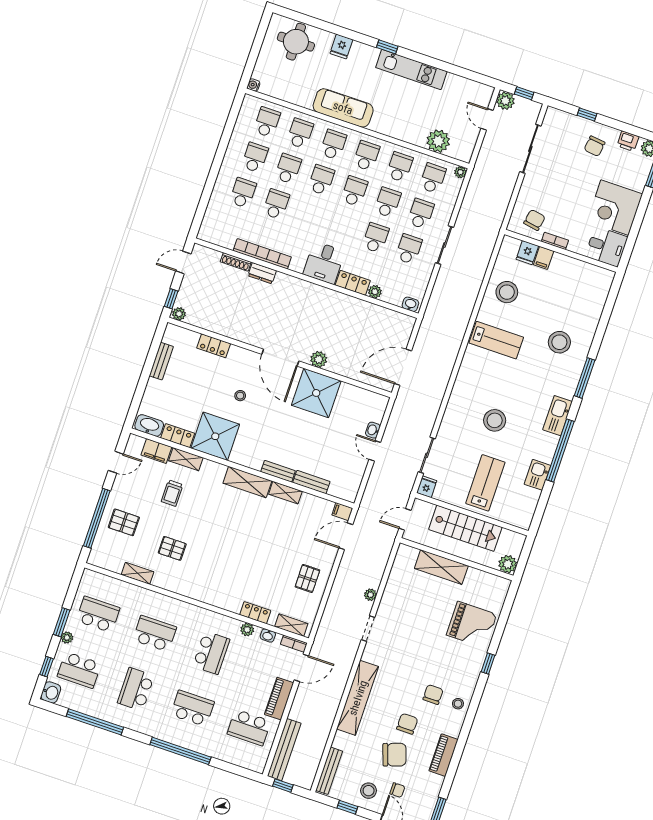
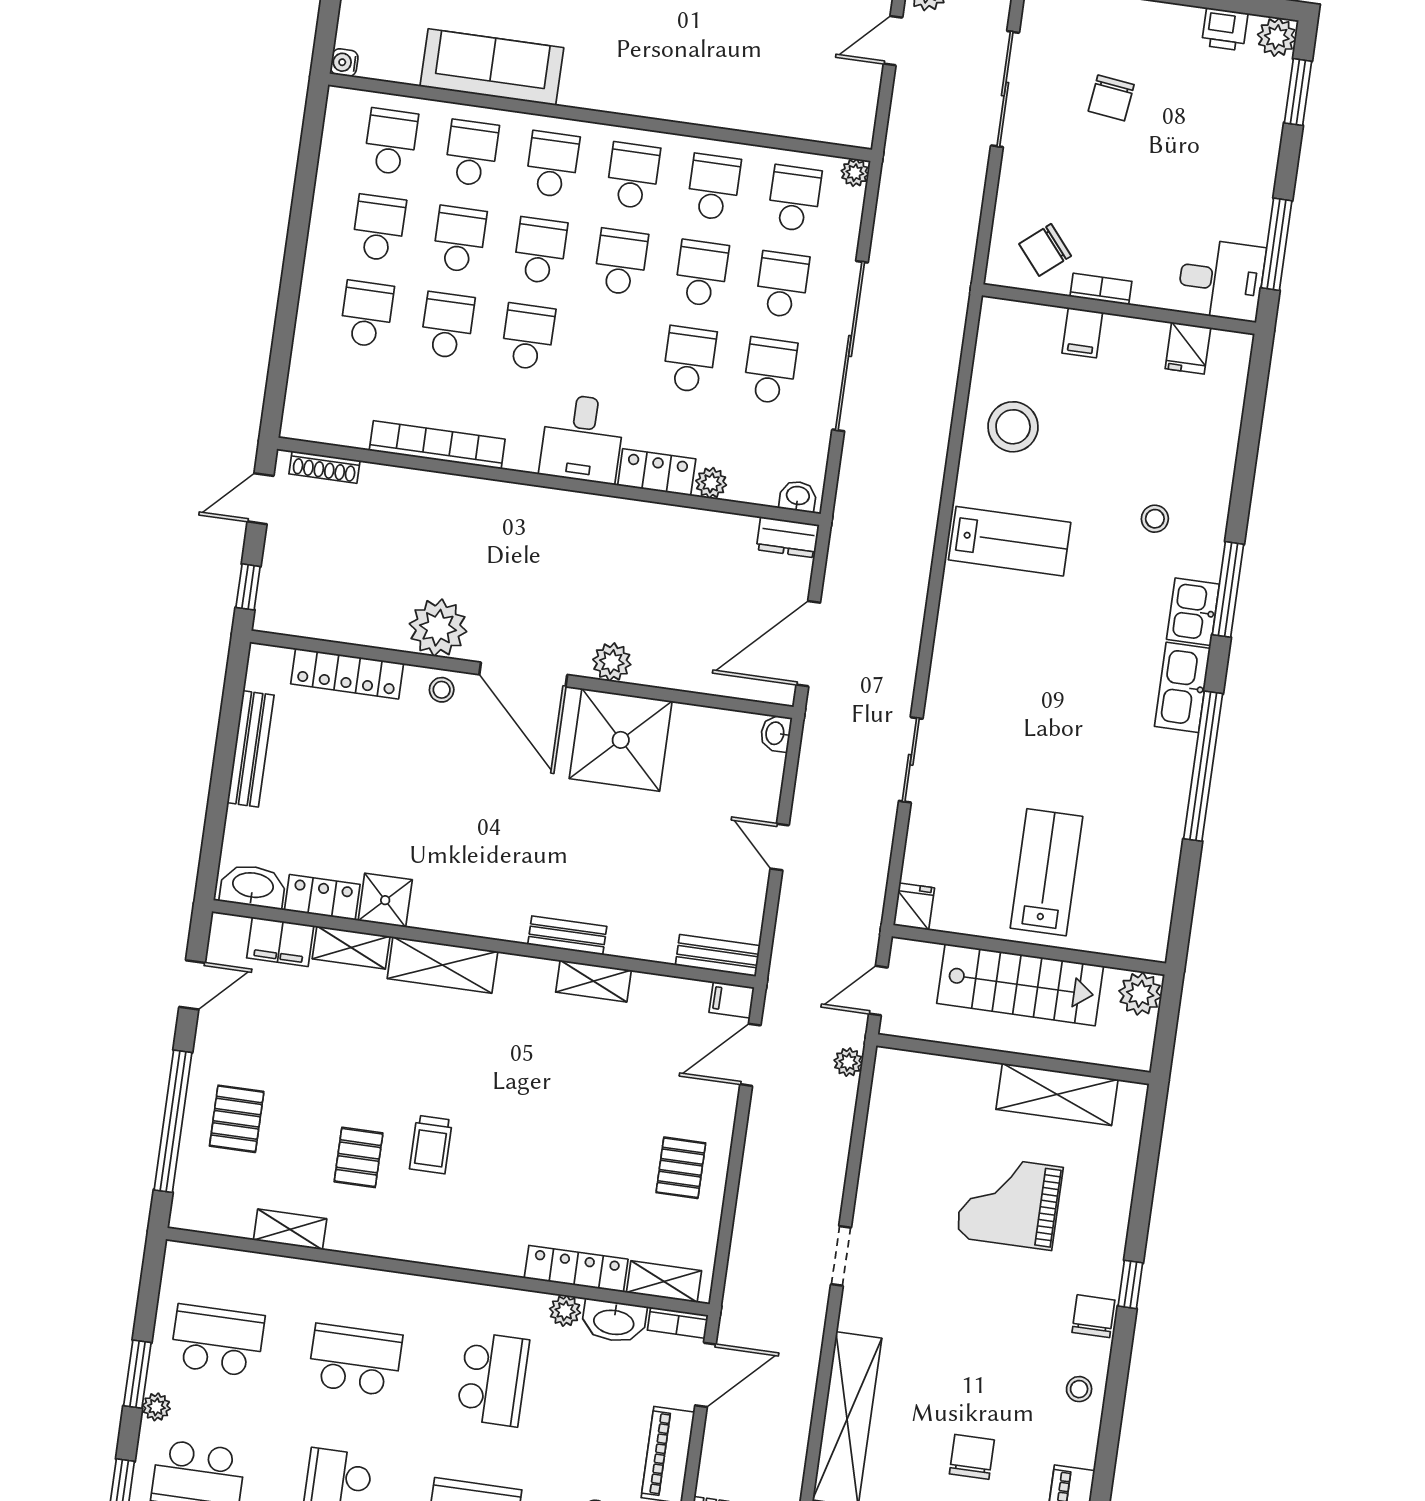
sofa: (343, 108) -> (492, 67), moved
door: (487, 119) -> (893, 41), hinge flipped
plant: (438, 141) -> (791, 111), removed
chair: (594, 146) -> (1111, 98), moved
corner desk: (615, 208) -> (1223, 187), removed
school desk: (309, 215) -> (528, 337), added
chair: (534, 220) -> (1045, 250), turned -140
window: (633, 236) -> (1277, 244), added
sliding door: (444, 245) -> (850, 346), width x1.86
fridge: (527, 253) -> (1188, 348), moved
shoe rack: (236, 262) -> (324, 467), moved
dresser: (262, 273) -> (788, 537), moved
plant: (179, 314) -> (438, 628), moved, width x1.88, depth x1.88
stool: (559, 342) -> (1155, 519), width x0.53, depth x0.53
locker: (214, 346) -> (347, 674), width x1.53
bench: (161, 361) -> (251, 749), width x1.36
stool: (240, 396) -> (442, 690), moved
stool: (495, 420) -> (1040, 725), removed
washbasin: (373, 430) -> (776, 733), moved
shower: (215, 436) -> (385, 900), width x0.54, depth x0.54
sliding door: (427, 455) -> (911, 760), moved
kitchen sink: (537, 475) -> (1193, 612), moved
shelving: (247, 482) -> (442, 965), moved
bench: (311, 482) -> (718, 955), moved
trolley: (172, 493) -> (431, 1145), moved
pallet: (124, 522) -> (237, 1119), turned 90
pallet: (172, 548) -> (359, 1157), turned 90
plant: (508, 564) -> (1140, 994), moved
shelving: (441, 567) -> (1057, 1094), moved
plant: (370, 595) -> (848, 1062), moved
locker: (255, 613) -> (576, 1269), width x1.53
grand piano: (472, 625) -> (1009, 1202), moved, turned 180
washbasin: (268, 635) -> (614, 1321), width x1.91, depth x1.45
chair: (433, 694) -> (1093, 1316), moved

